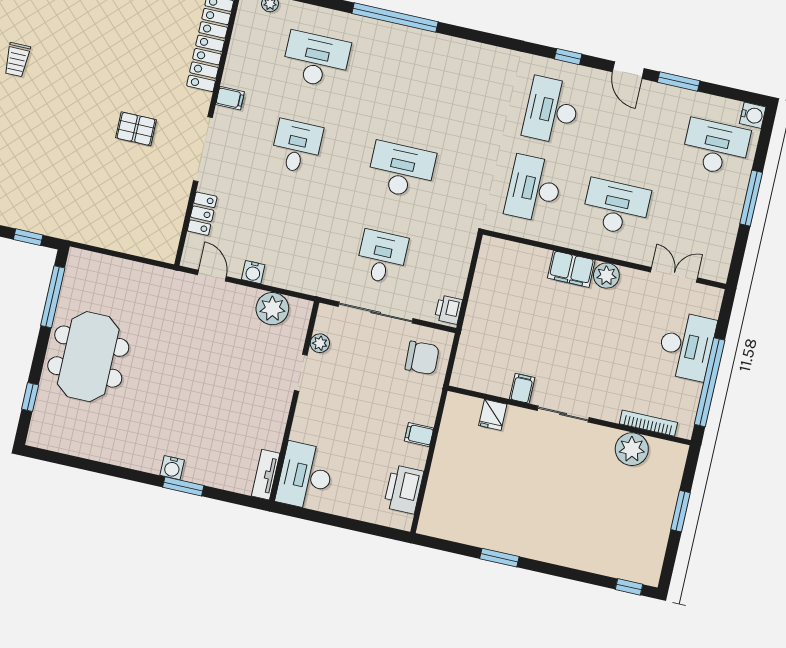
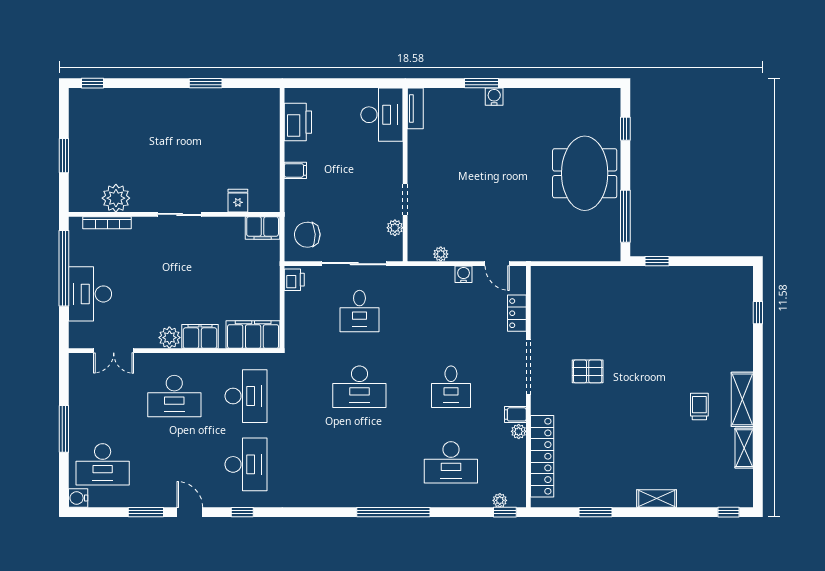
plant: (231, 78) -> (519, 431), added
filing cabinet: (510, 257) -> (253, 335), added
plant: (272, 309) -> (441, 254), width x0.53, depth x0.53
filing cabinet: (522, 388) -> (263, 228), moved, width x2.00

